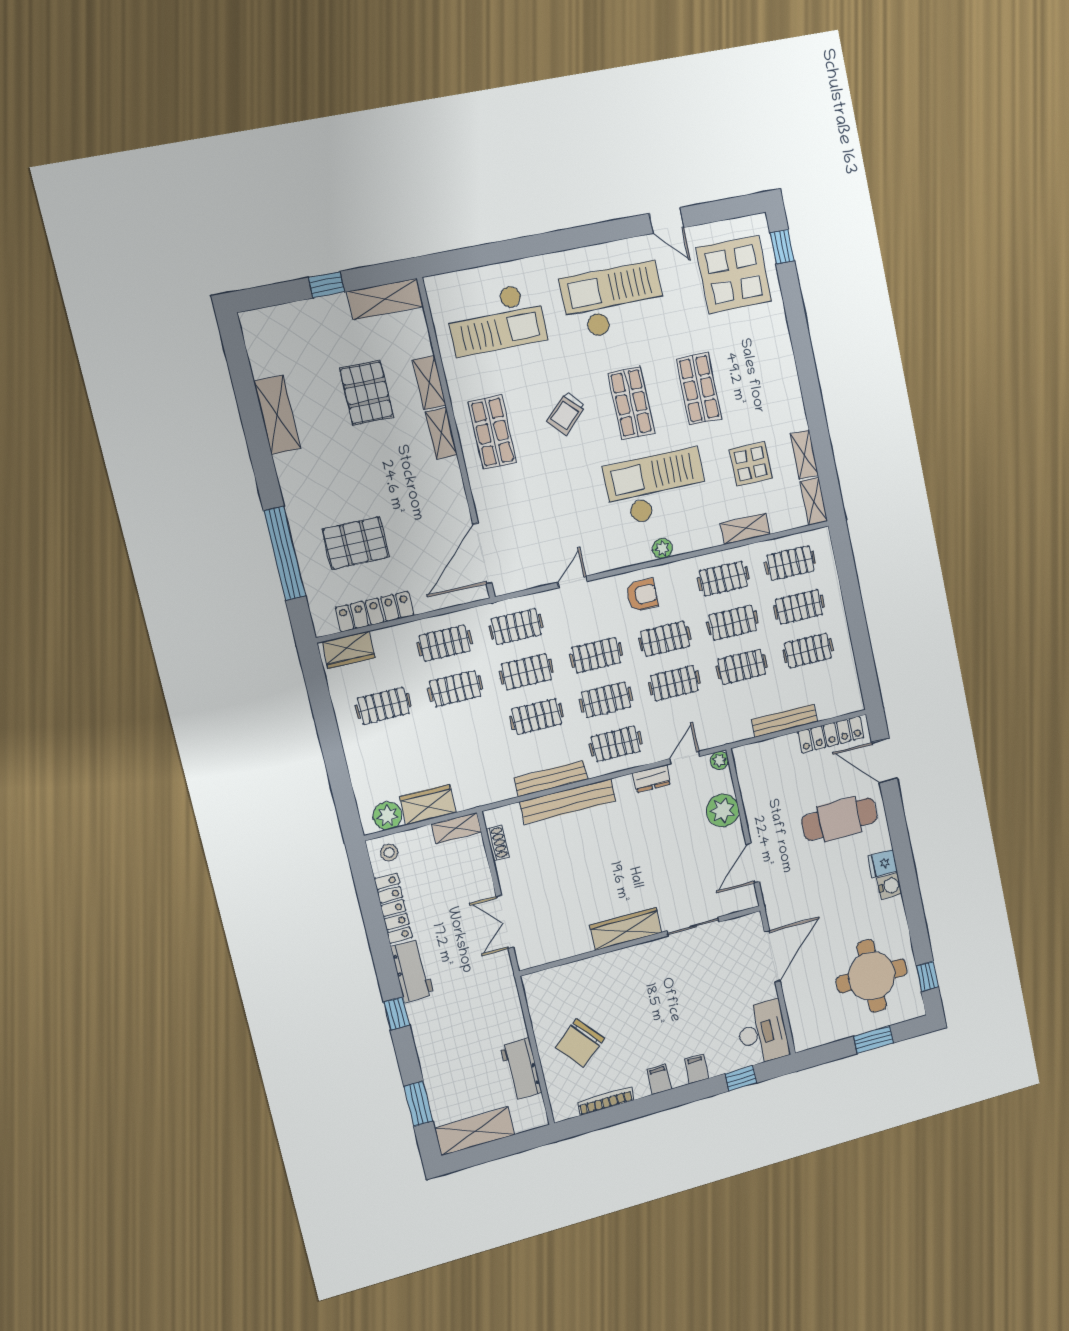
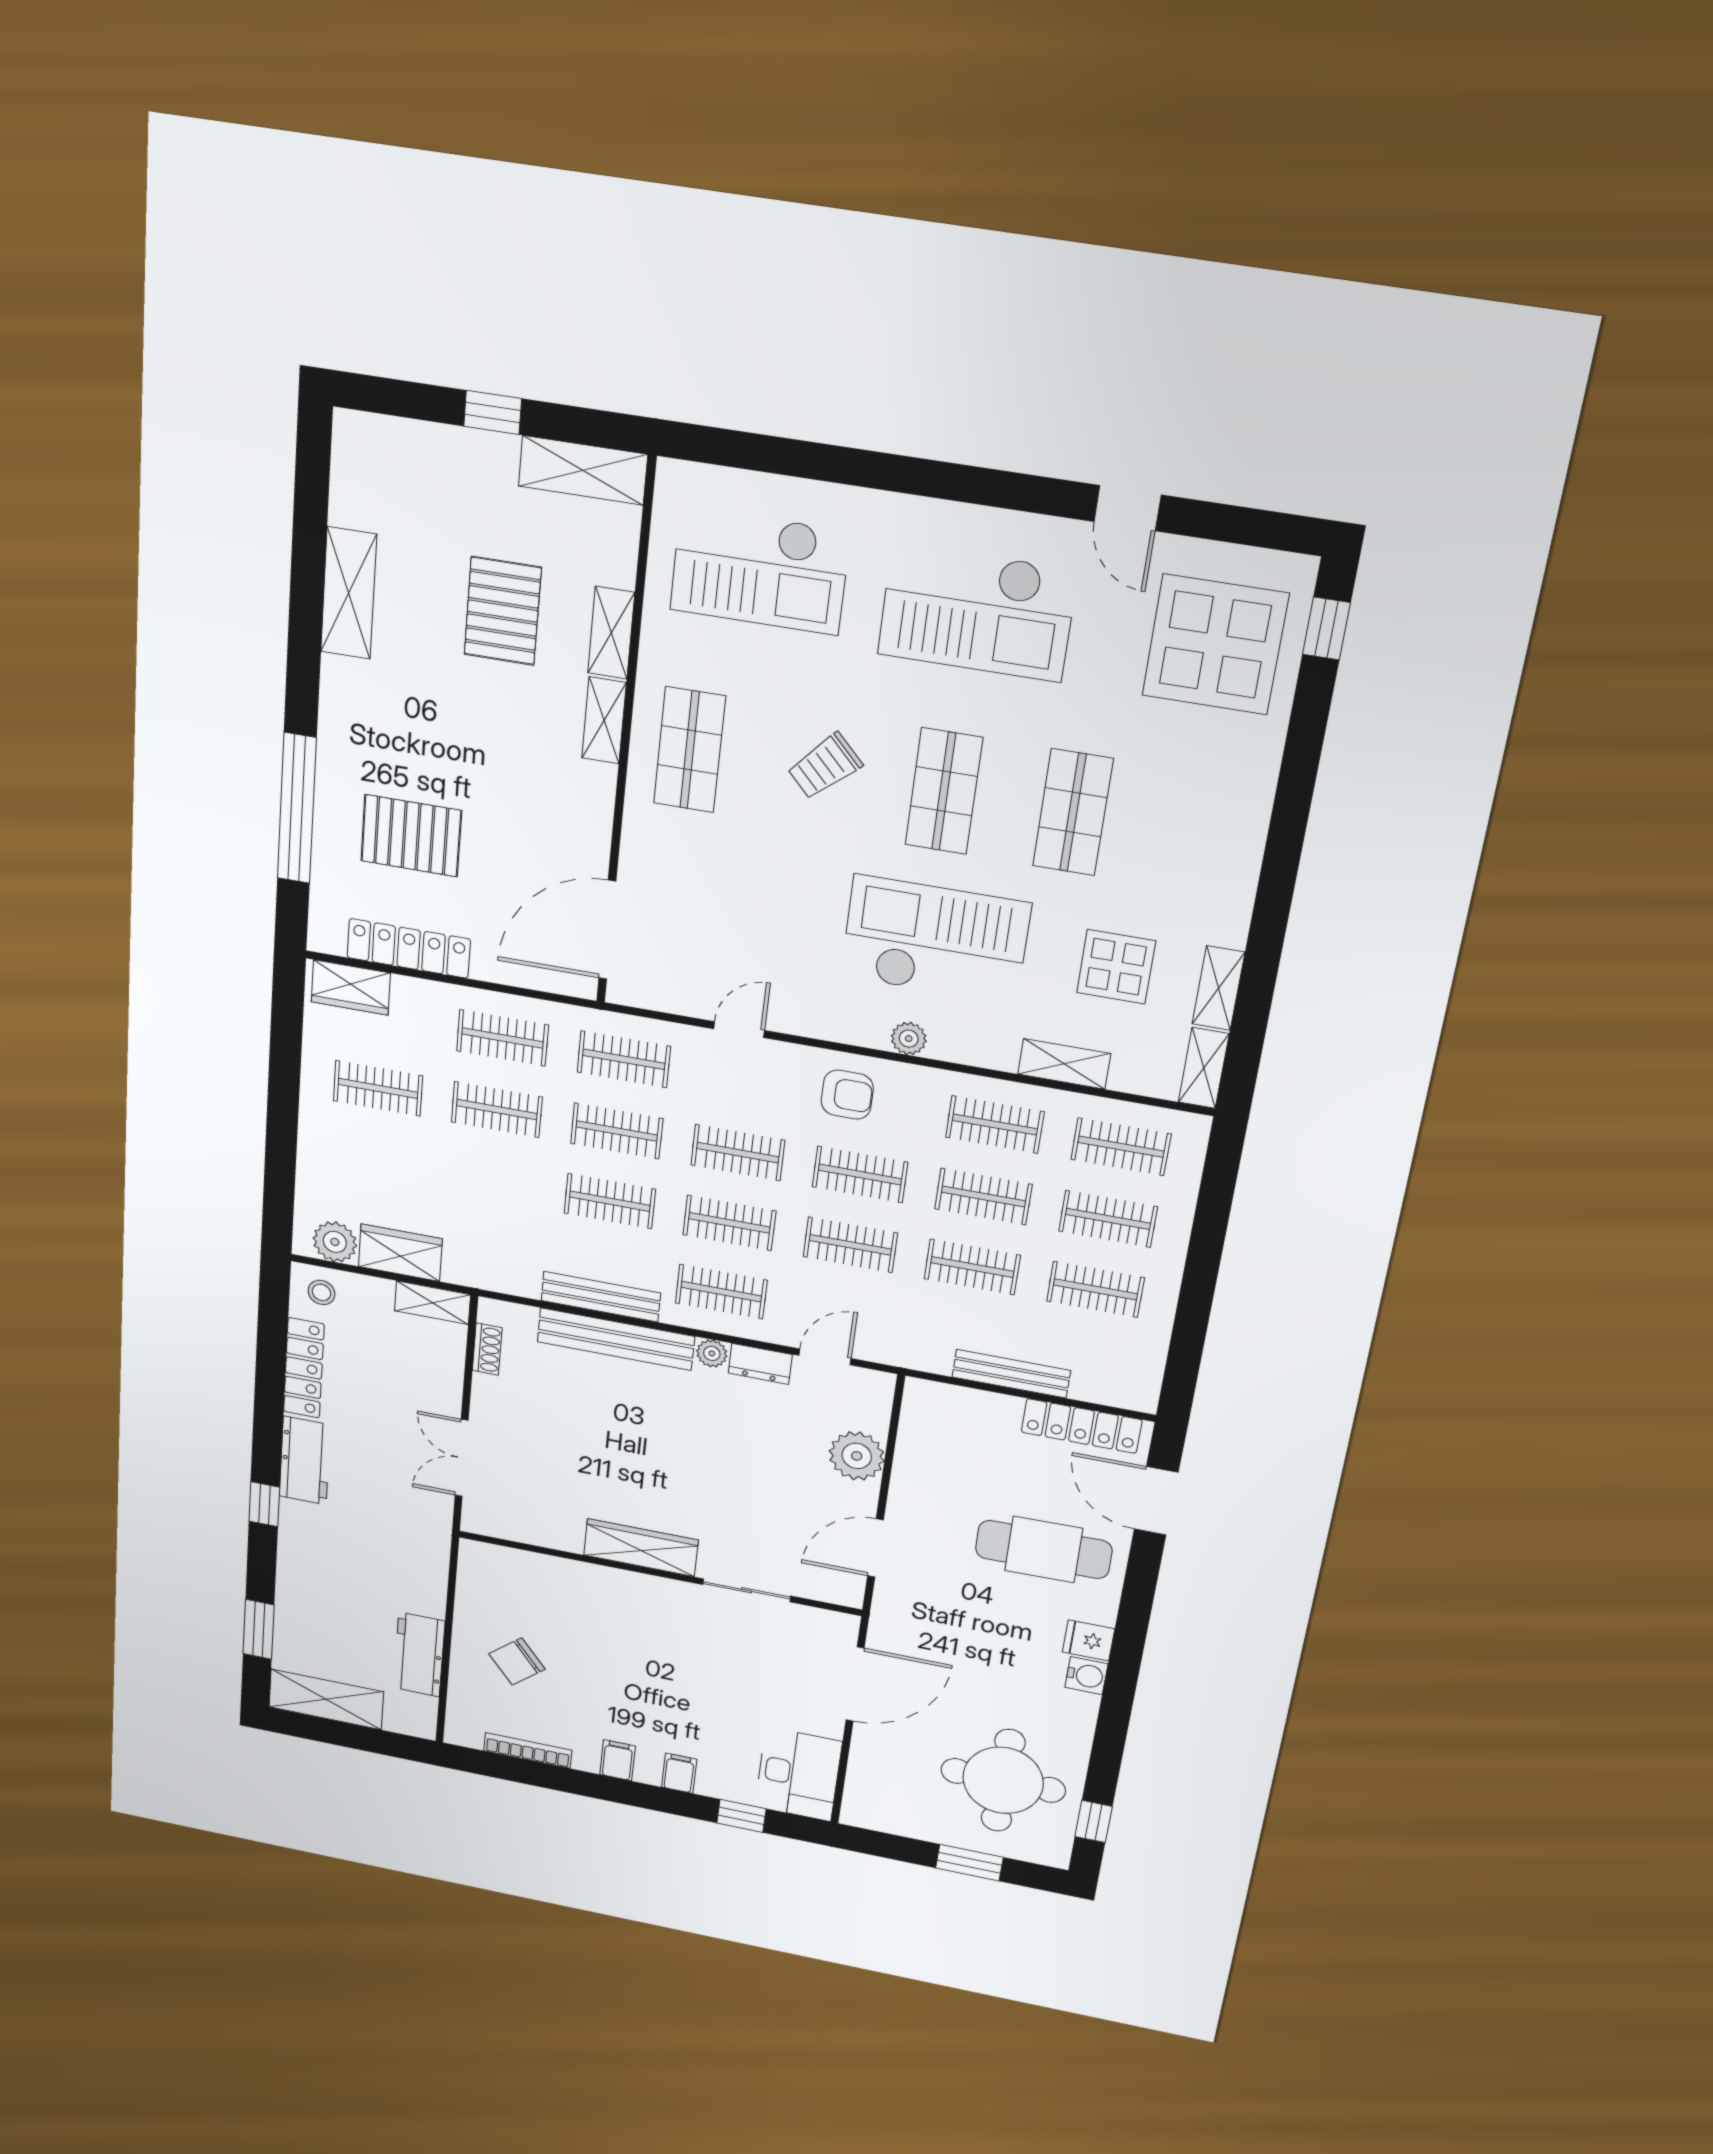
checkout: (613, 301) -> (977, 612), turned 180
plant: (719, 761) -> (712, 1353), moved
chair: (580, 1043) -> (517, 1661), width x0.73, depth x0.73

